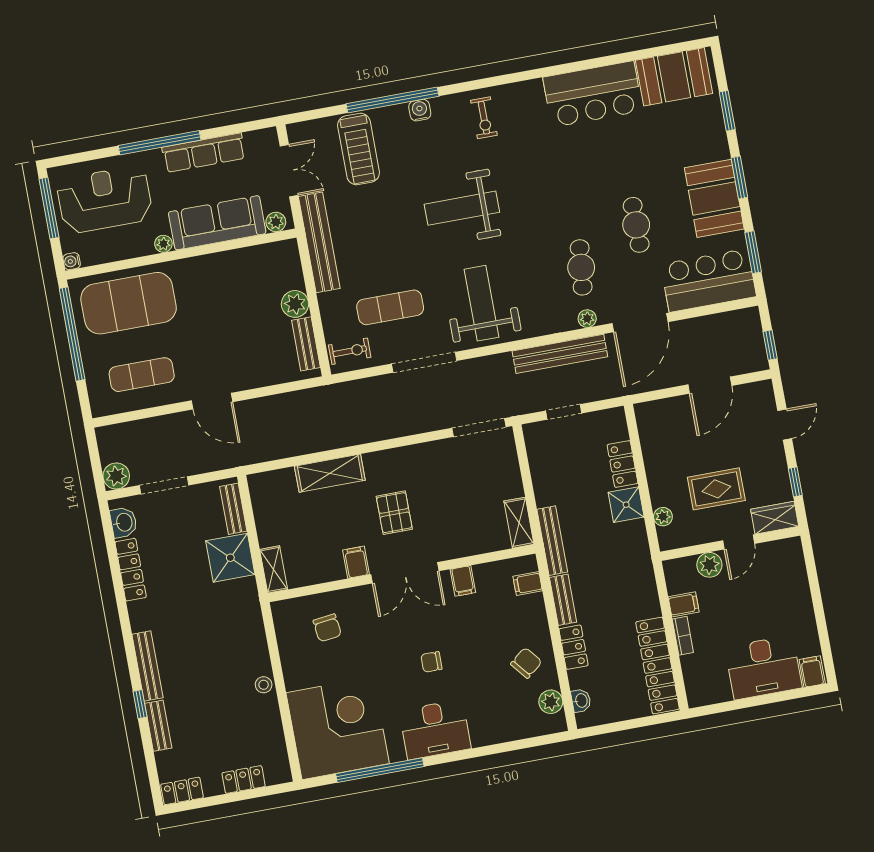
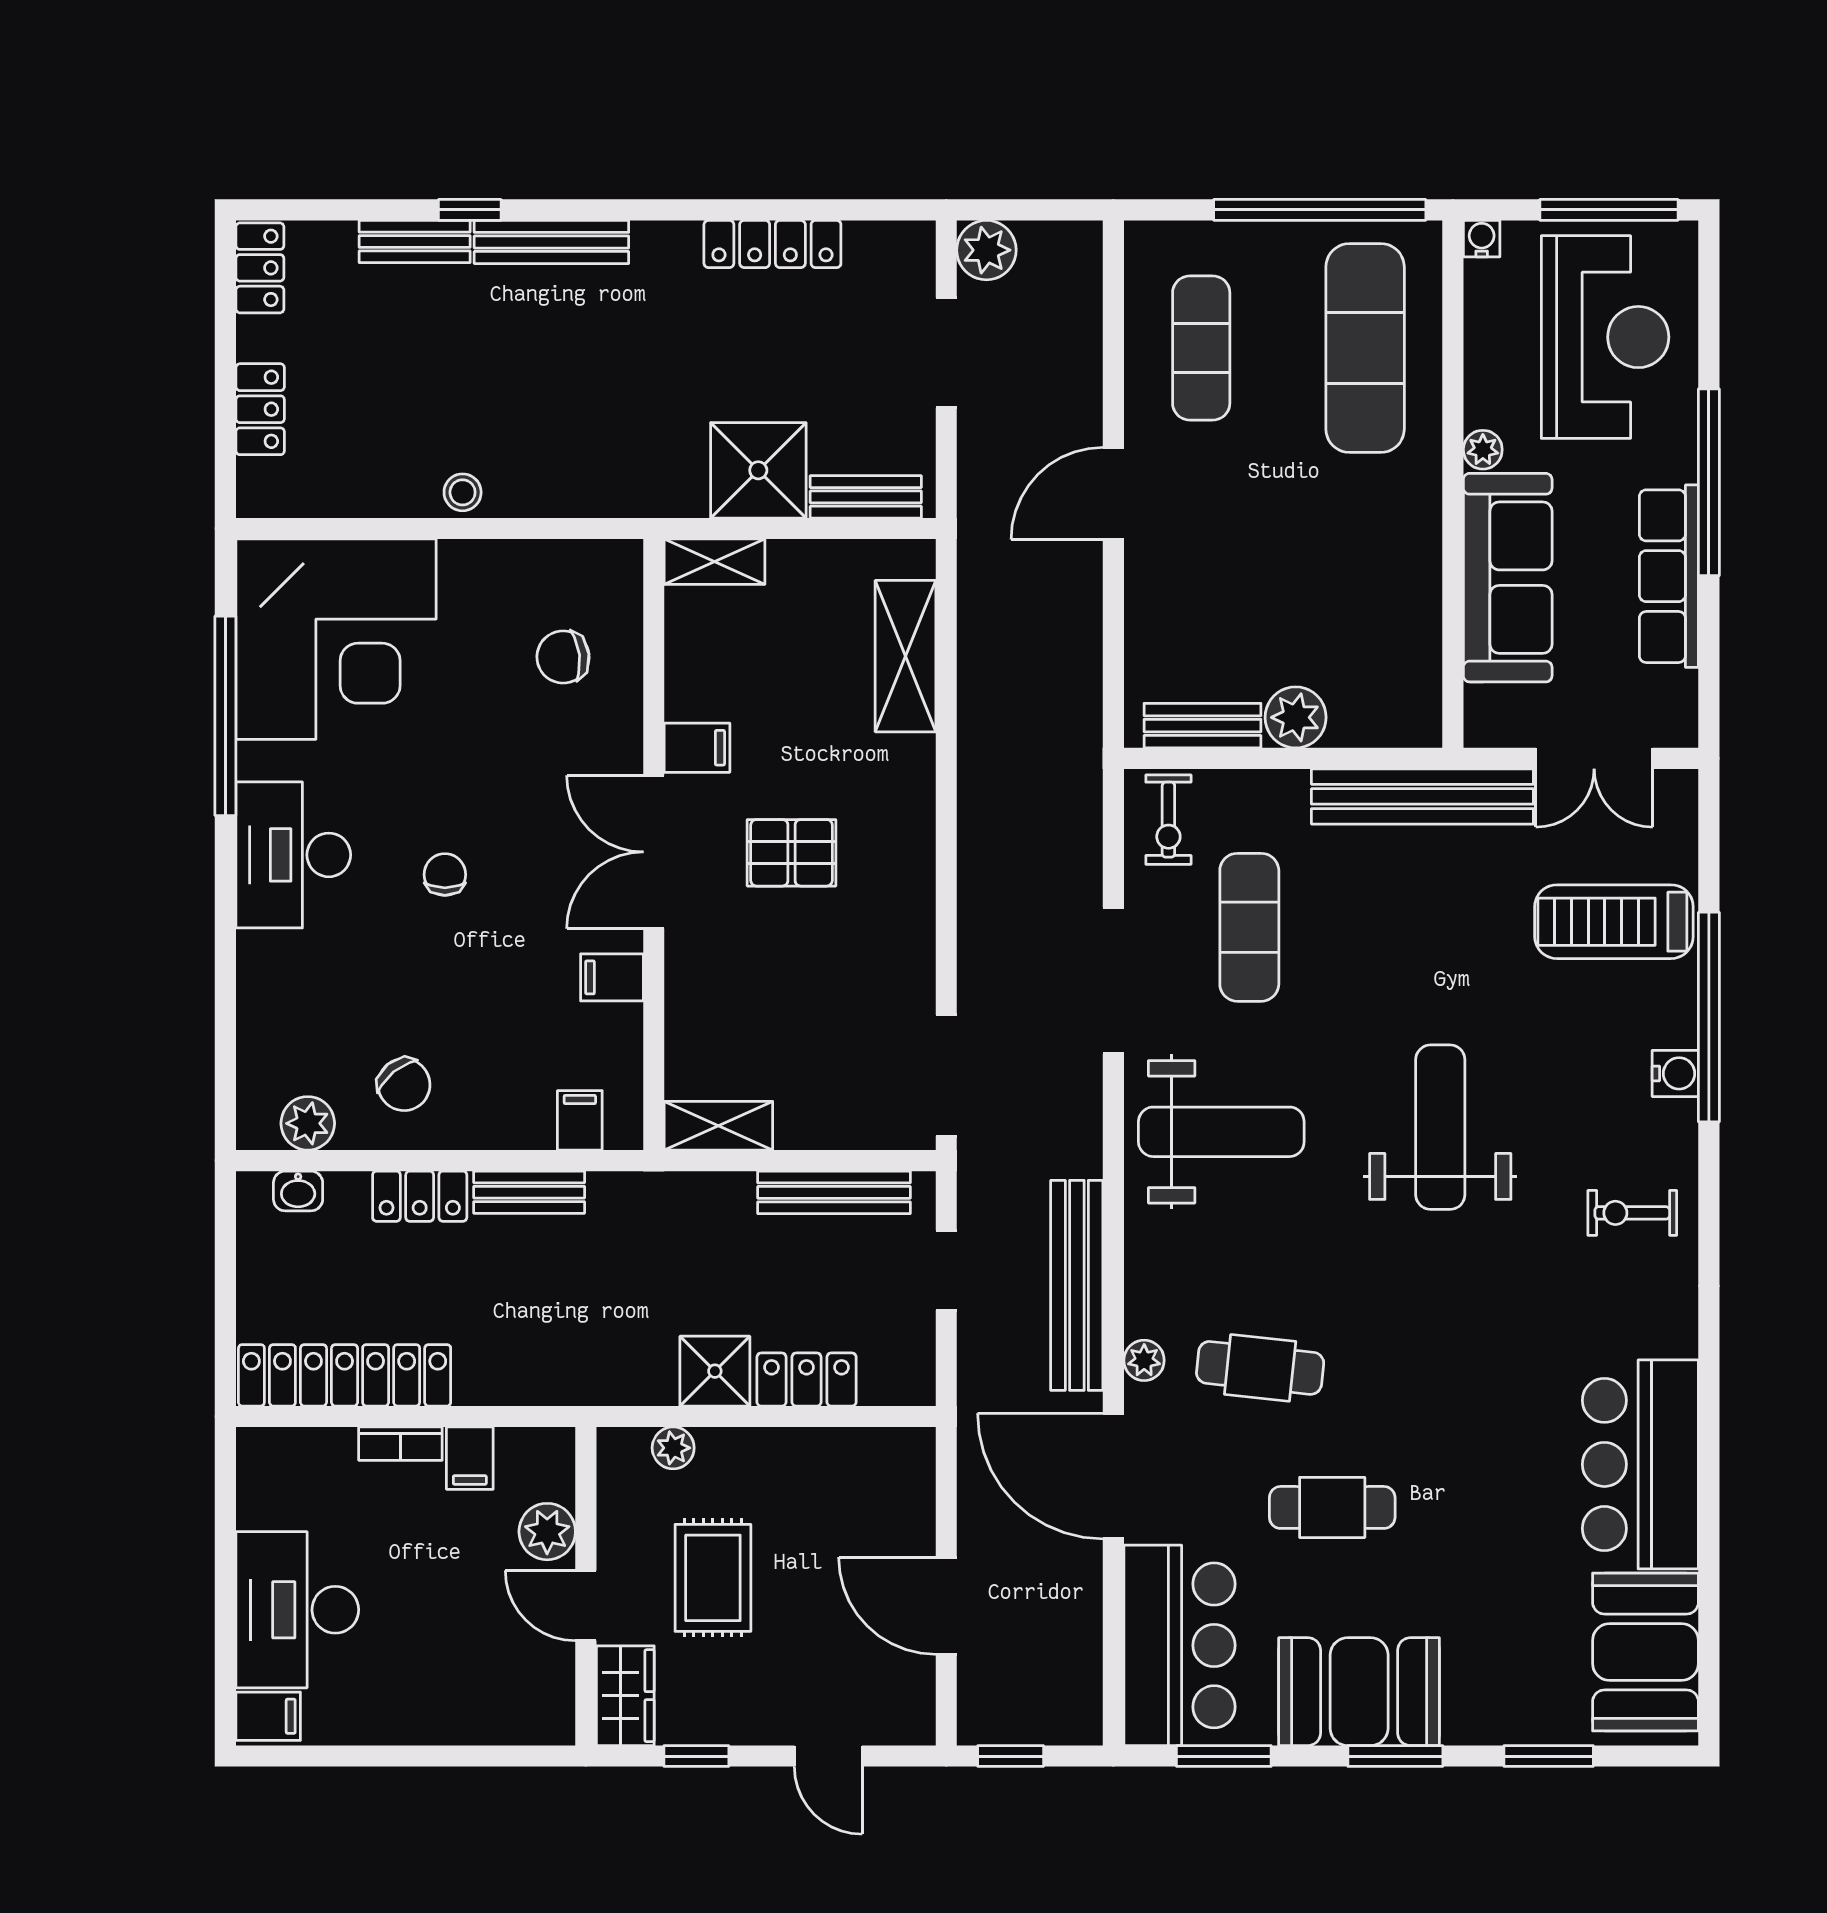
plant: (276, 222) -> (1486, 708), removed
exercise mat: (129, 303) -> (1365, 348), width x0.68
shelving: (330, 473) -> (906, 656), moved
washbasin: (124, 522) -> (880, 248), removed
bench: (552, 541) -> (834, 1192), moved

